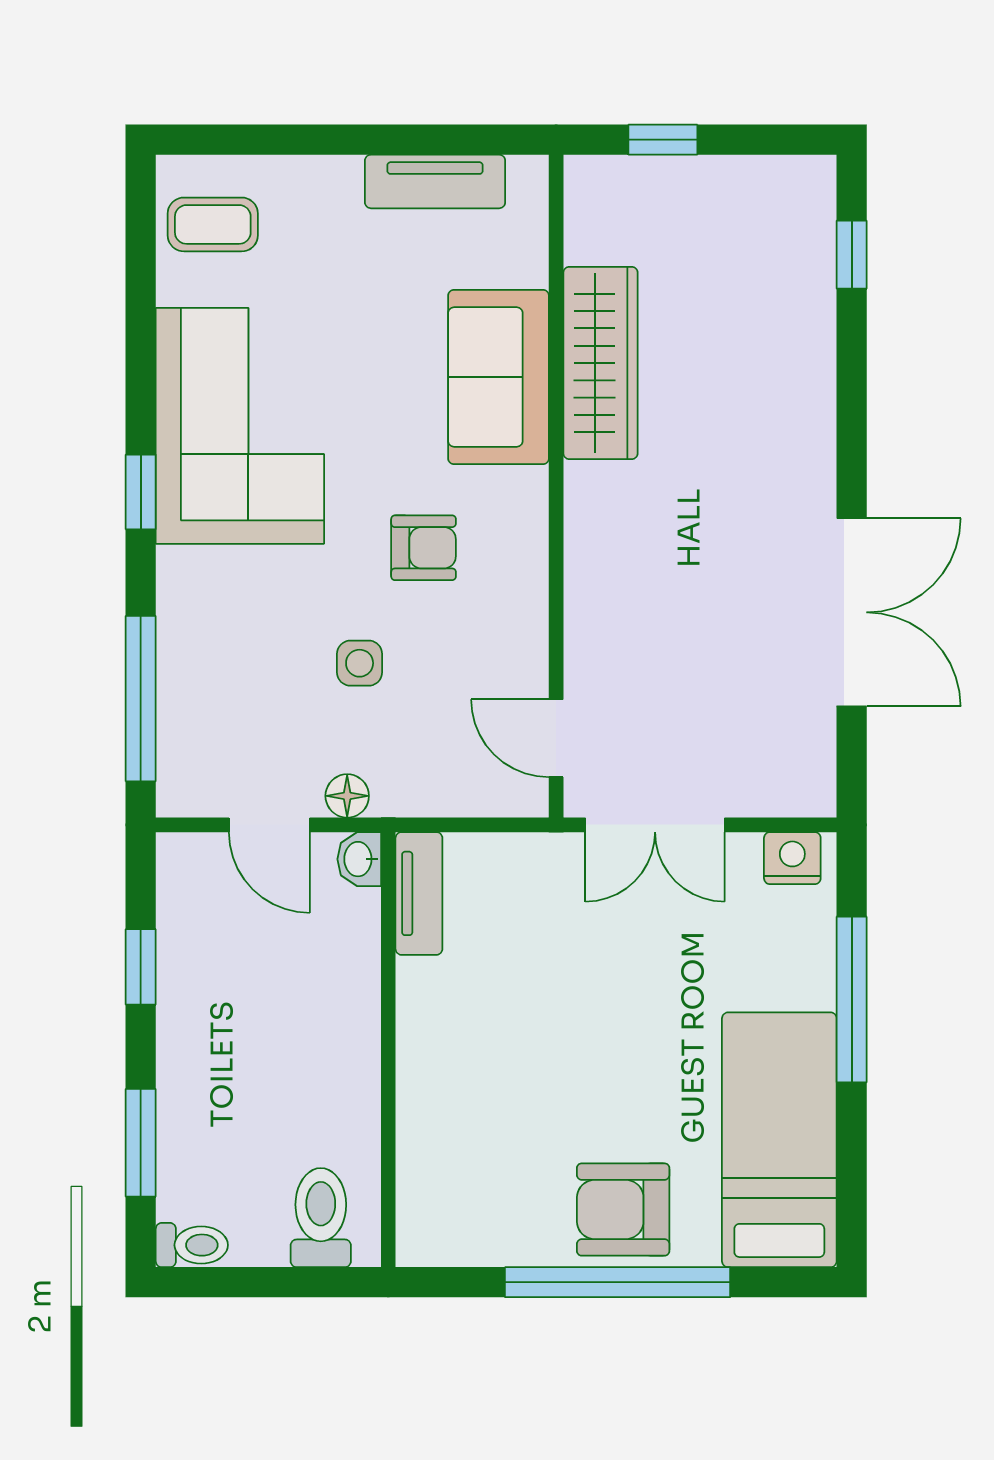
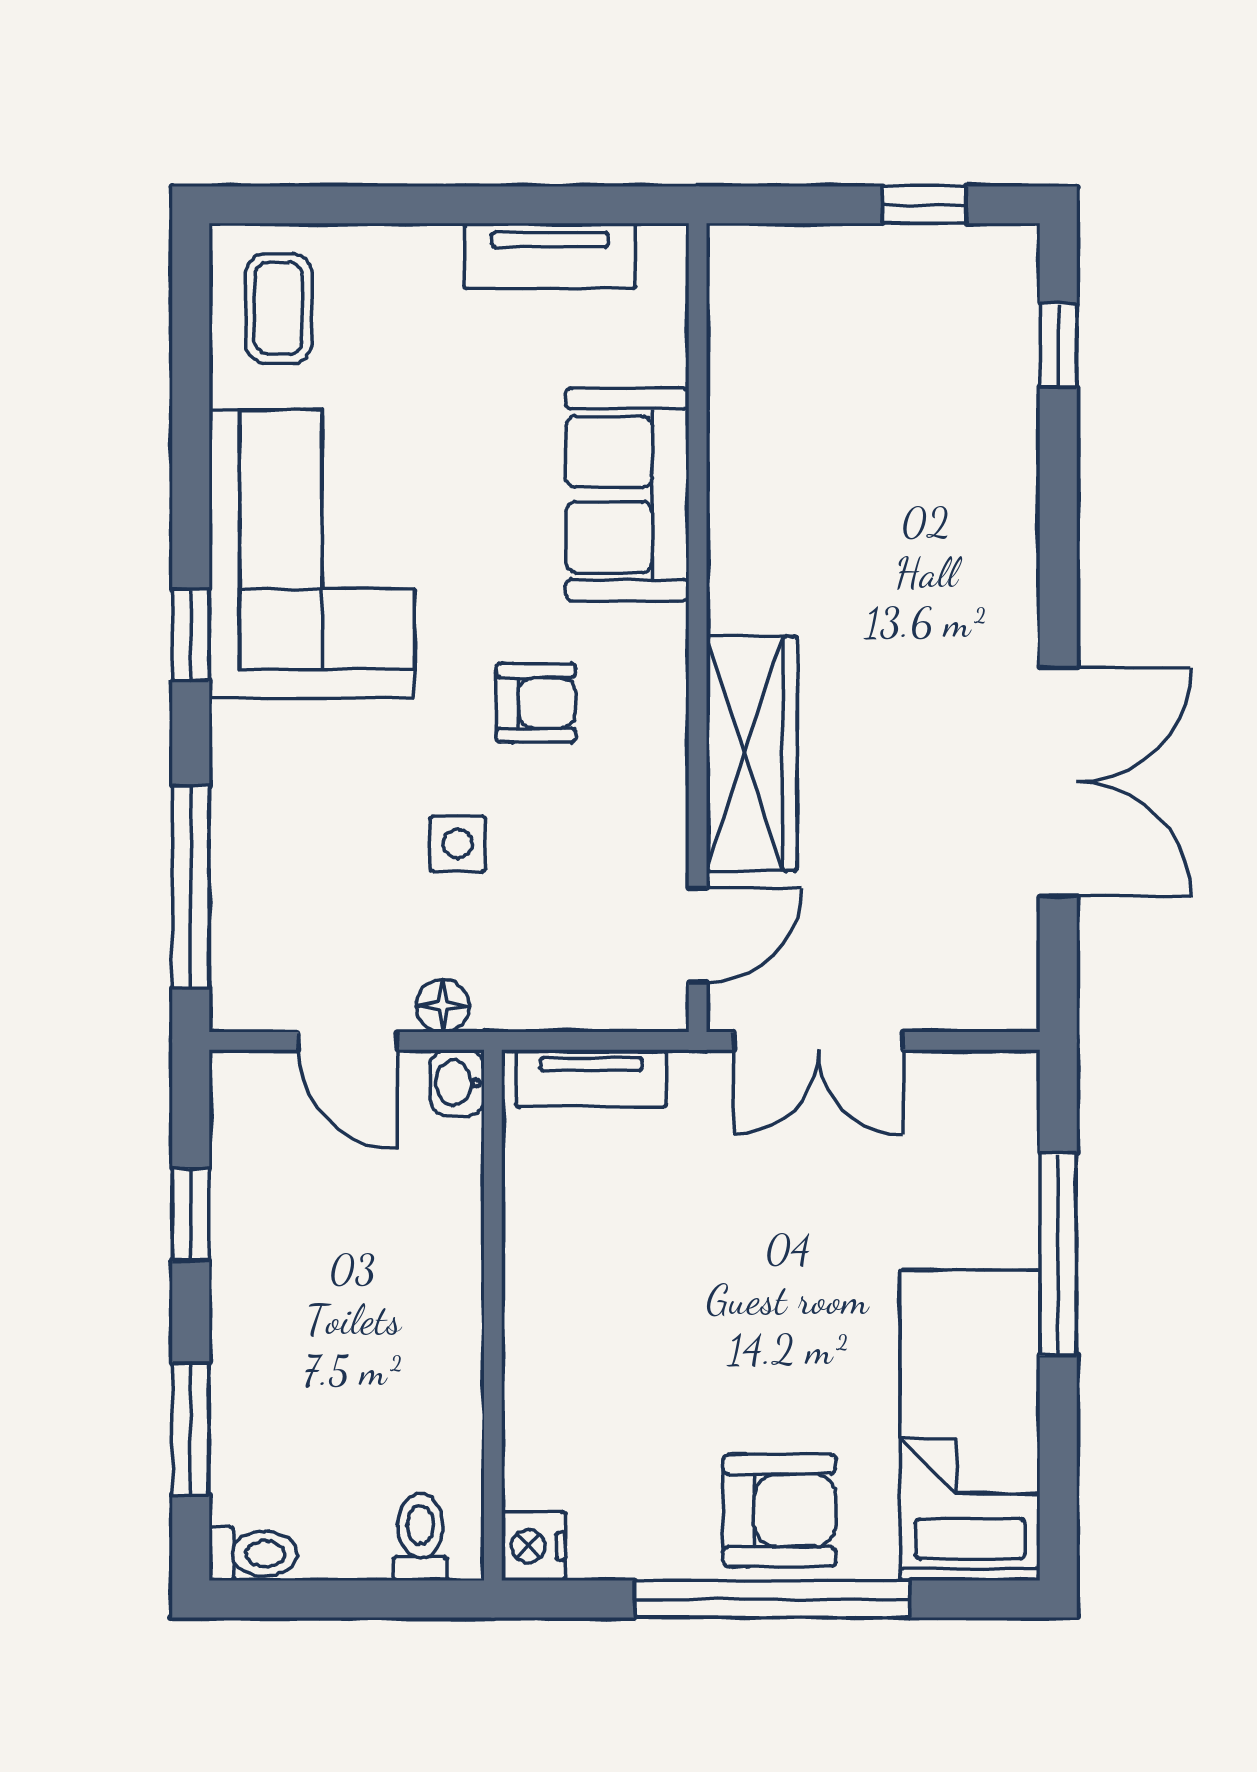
window: (663, 140) -> (924, 205), moved
coffee table: (213, 224) -> (279, 308), turned 90
wardrobe: (601, 363) -> (752, 753), moved
door: (556, 738) -> (698, 935), swing flipped
nightstand: (792, 858) -> (533, 1546), moved, turned -90
tv unit: (419, 893) -> (591, 1078), moved, turned 90
armchair: (623, 1210) -> (779, 1510), turned 180
toilet: (321, 1218) -> (420, 1537), width x0.73, depth x0.72

